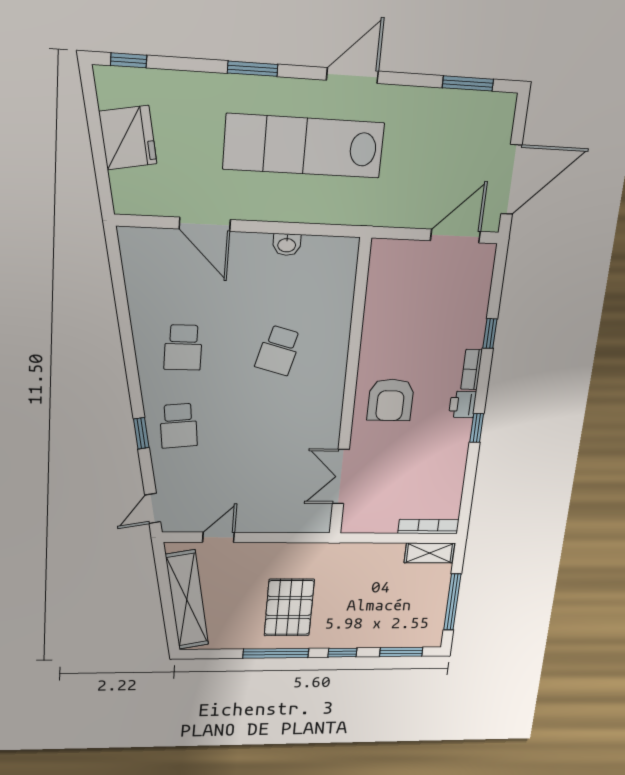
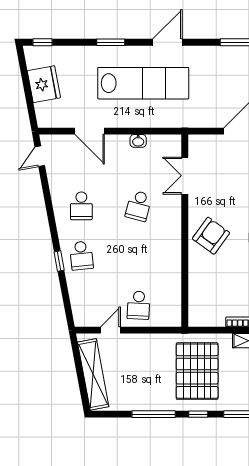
lab bench: (304, 146) -> (143, 83), turned 180
armchair: (391, 400) -> (211, 236), turned -144
double door: (341, 477) -> (185, 176), moved
school desk: (266, 502) -> (139, 305), added
door: (153, 508) -> (40, 156), moved
pallet: (289, 608) -> (197, 371), moved, width x1.37, depth x1.41

